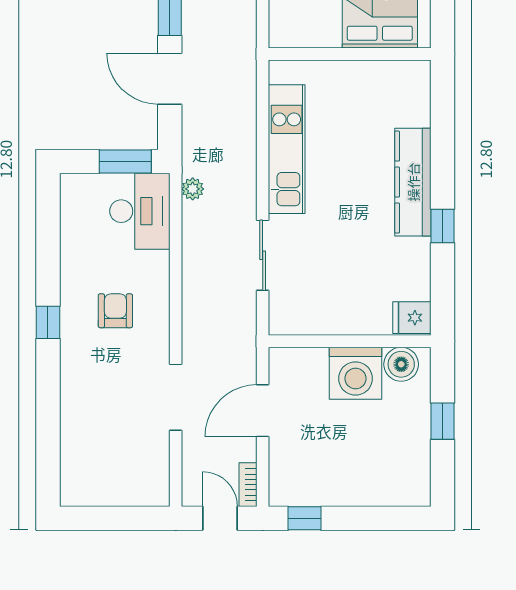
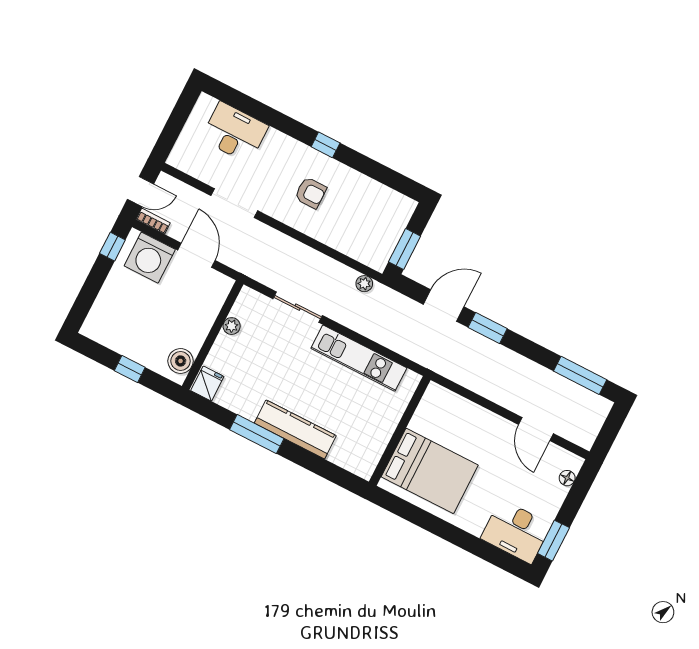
desk: (140, 211) -> (235, 133), moved, turned 180
window: (443, 226) -> (257, 434), width x2.17
plant: (327, 324) -> (232, 326), added
washing machine: (356, 373) -> (150, 258), moved, turned -90

